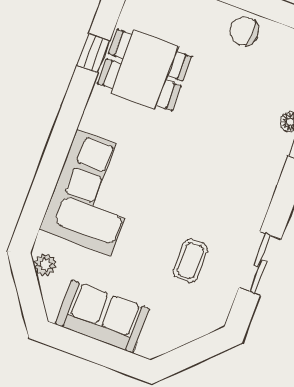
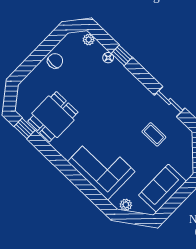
chair: (244, 31) -> (55, 61), turned 180
window: (93, 53) -> (24, 128), moved

